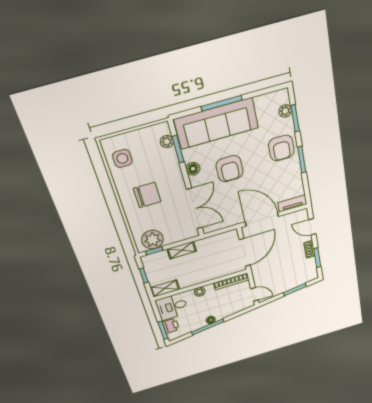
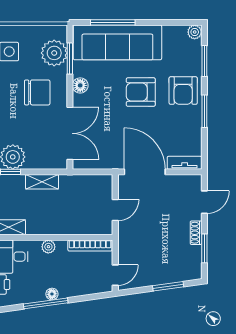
window: (222, 103) -> (113, 22), moved
plant: (285, 111) -> (195, 32), moved
plant: (167, 142) -> (54, 53), width x1.88, depth x1.88
armchair: (230, 169) -> (141, 92), moved, turned 90
chair: (147, 195) -> (37, 92), moved
door: (312, 227) -> (204, 202), swing flipped
door: (245, 252) -> (115, 210), width x0.53
door: (255, 294) -> (115, 275), hinge flipped

